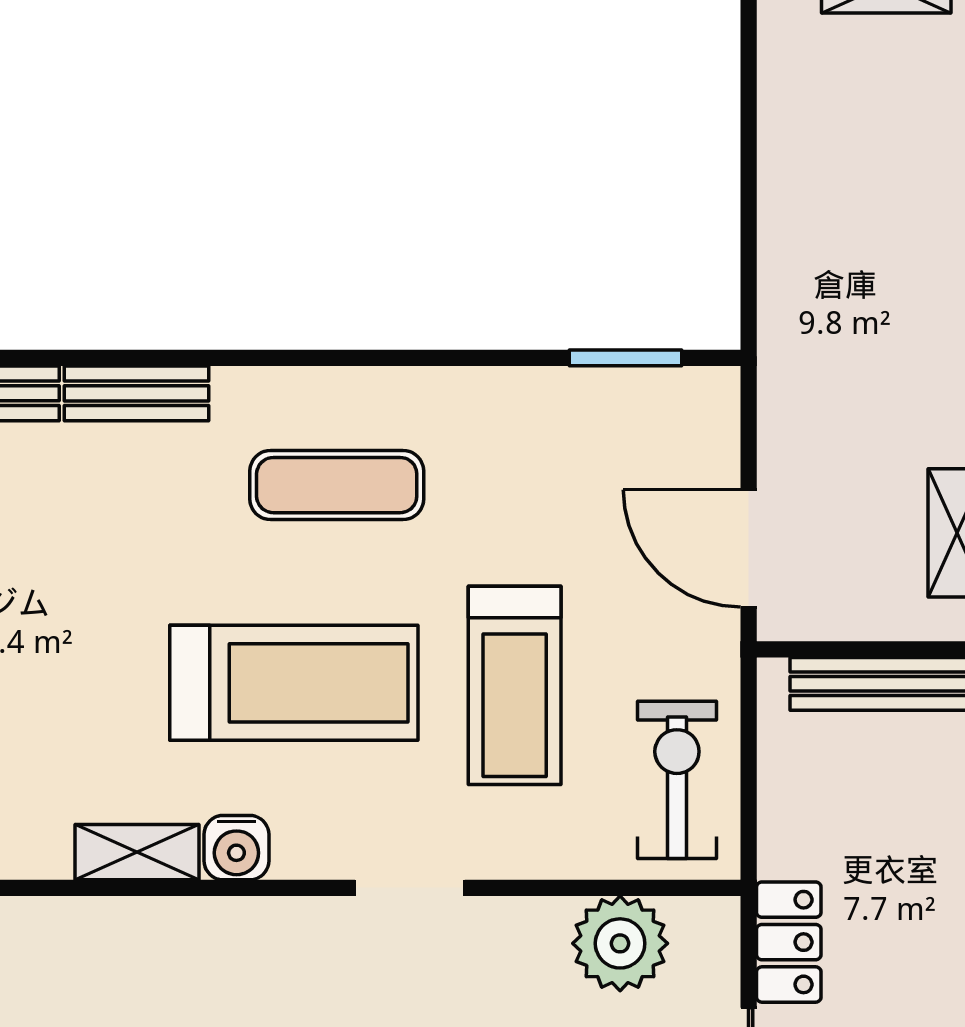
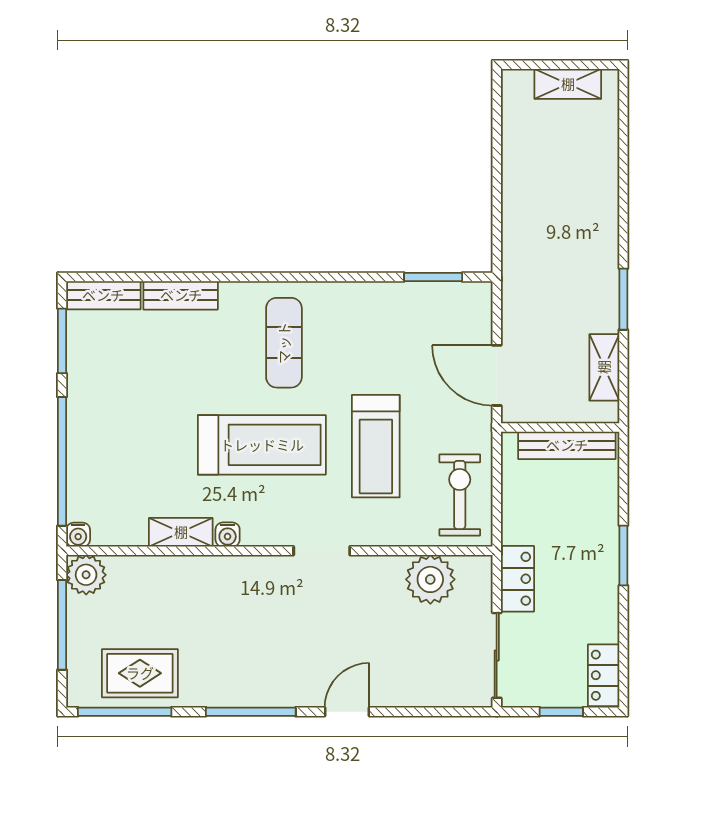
exercise mat: (337, 485) -> (284, 343), turned 90
water cooler: (236, 848) -> (228, 535), width x0.72, depth x0.72

